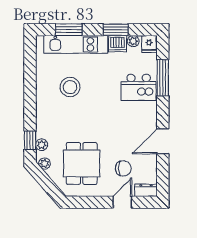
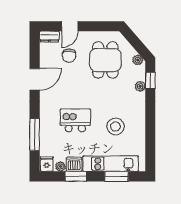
kitchen island: (139, 87) -> (75, 120), moved
plant: (42, 145) -> (140, 86), moved
chair: (123, 168) -> (69, 56), turned -90

